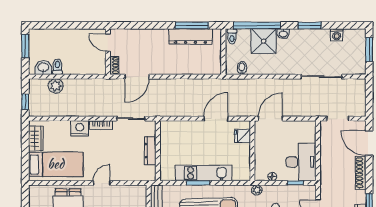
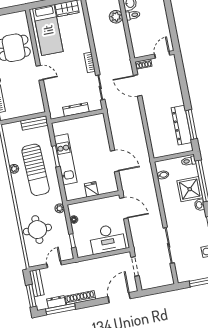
nightstand: (80, 128) -> (83, 45), removed
fridge: (242, 136) -> (91, 189), moved
desk: (301, 162) -> (107, 239), moved
shoe rack: (361, 173) -> (80, 298), moved

